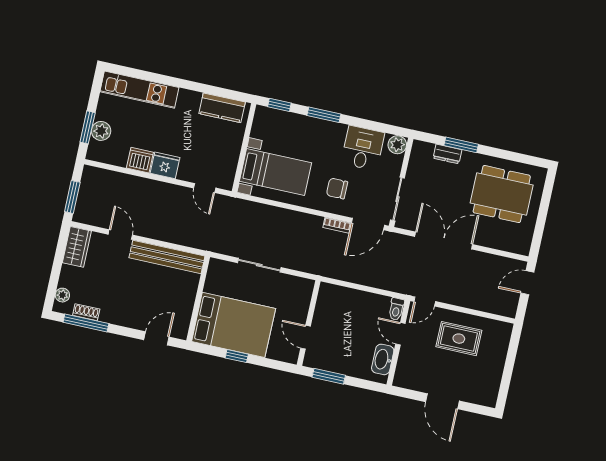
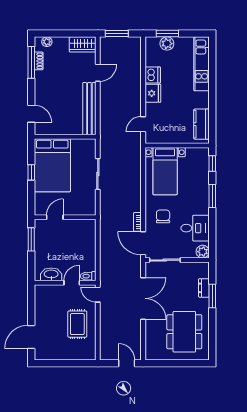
door: (442, 401) -> (31, 337), moved

